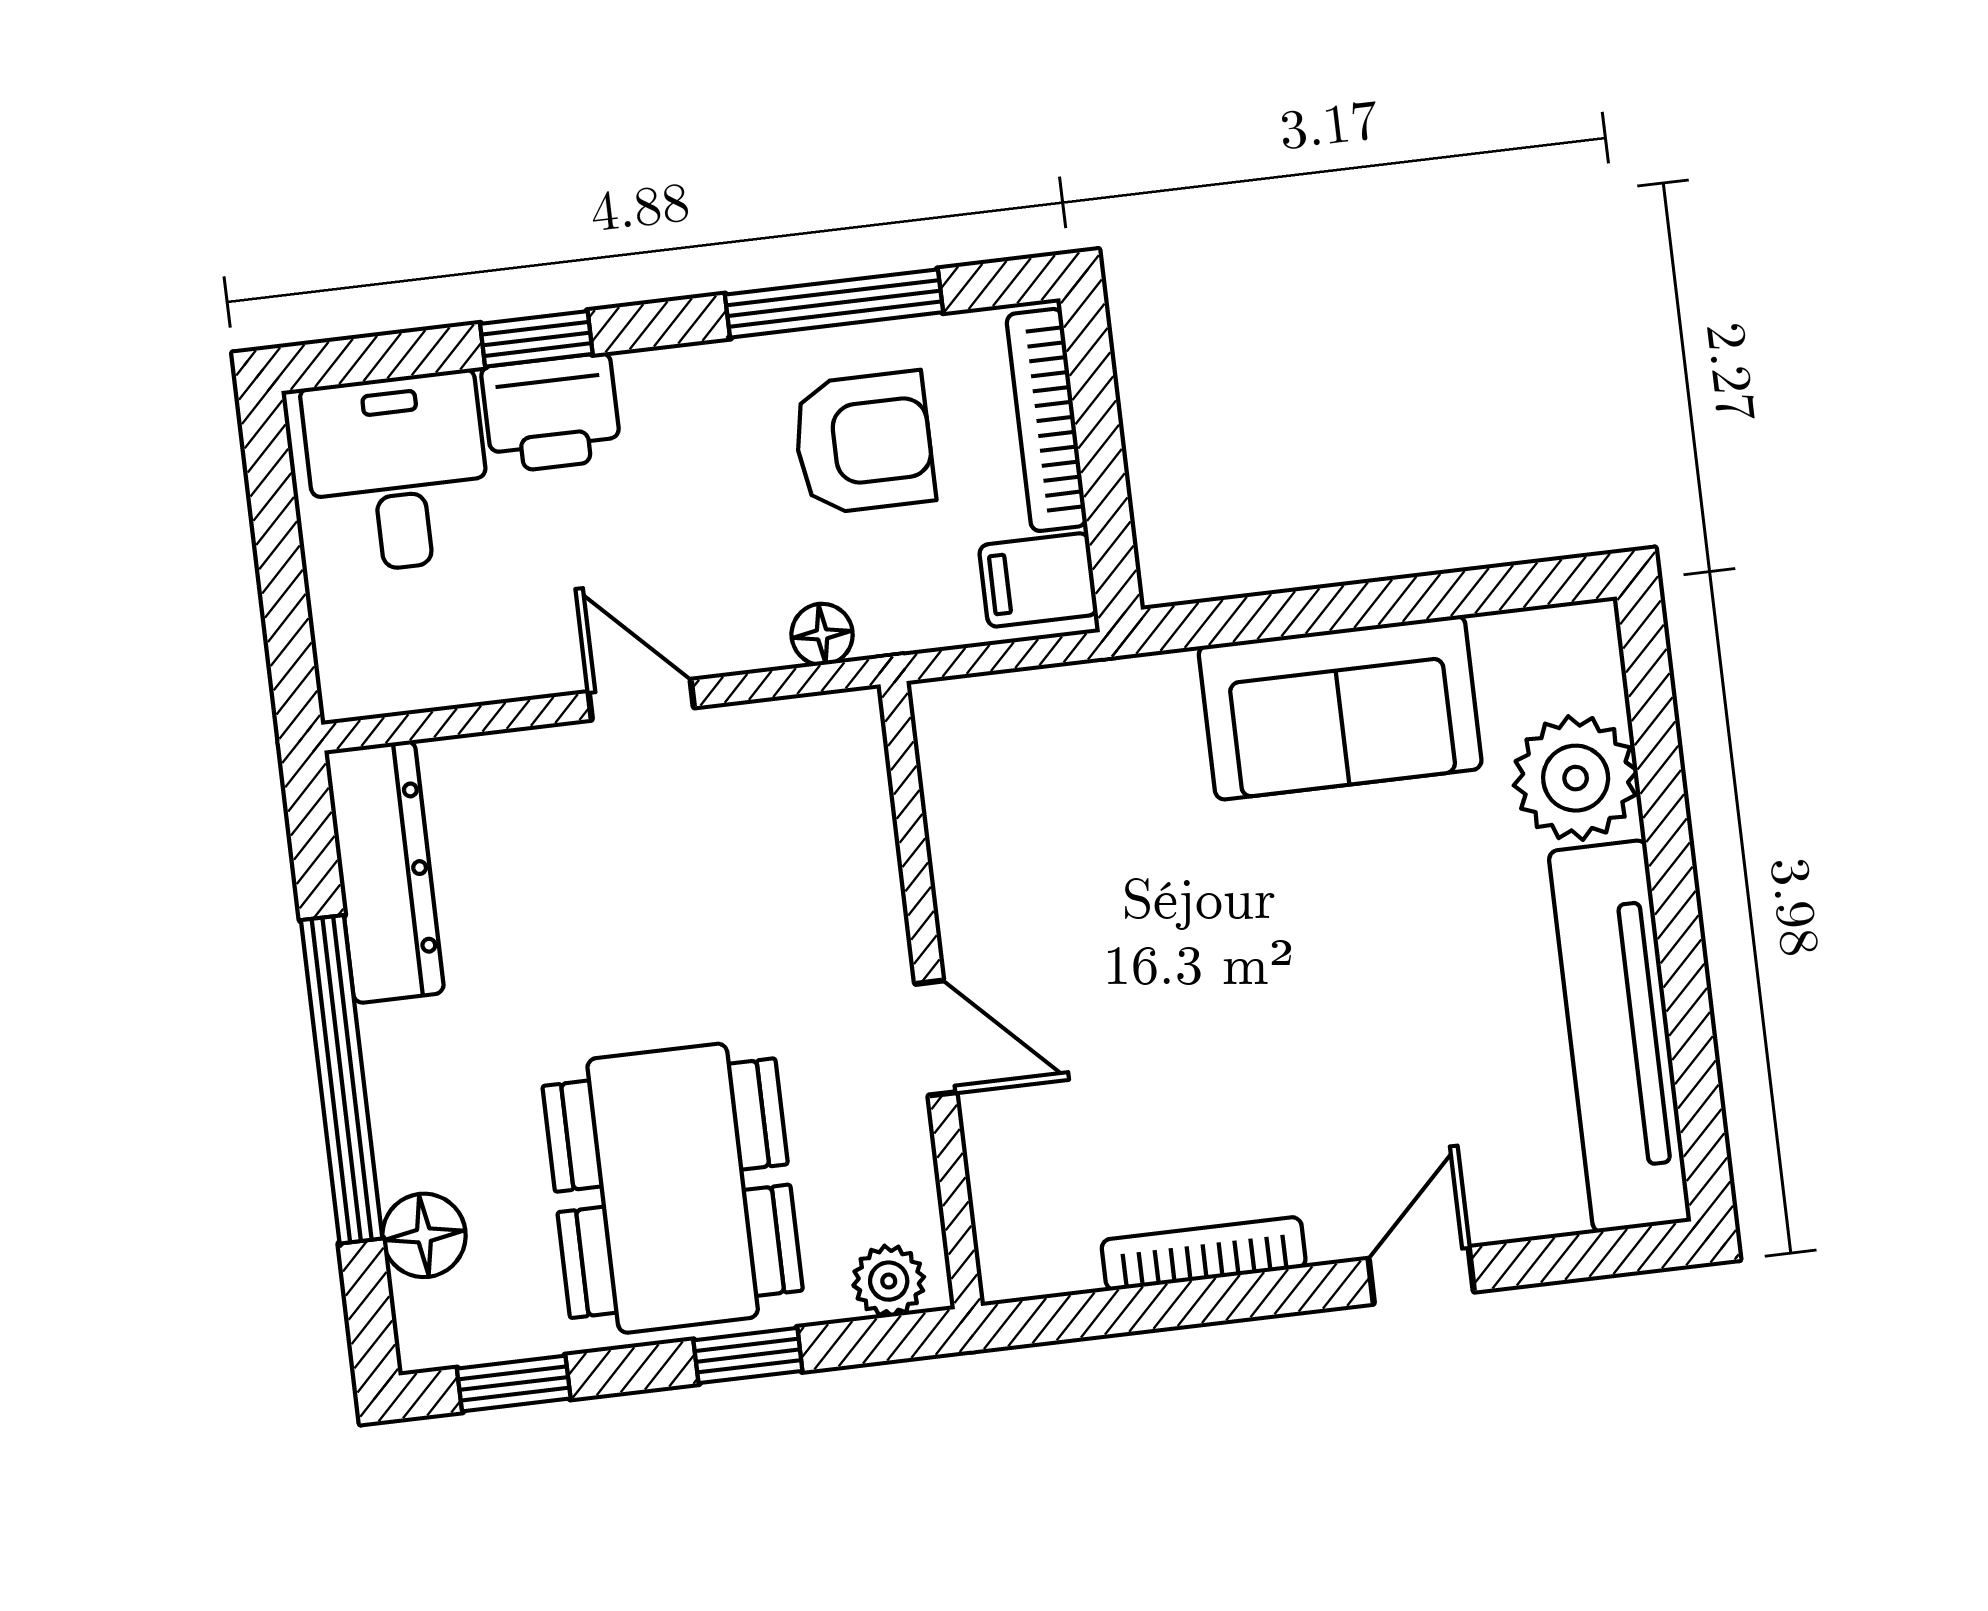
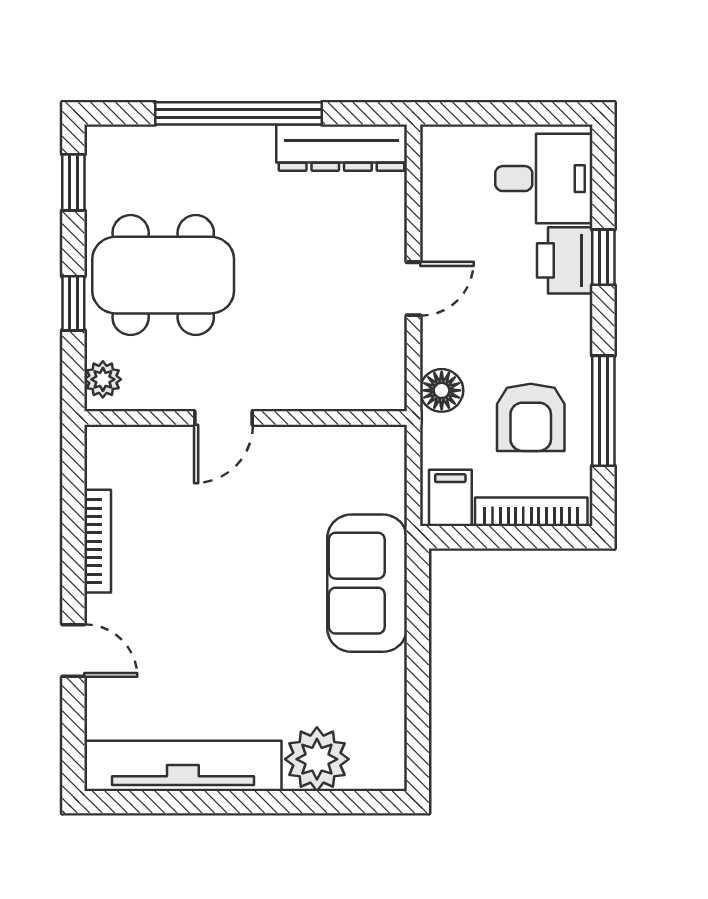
floor lamp: (822, 634) -> (442, 390), width x1.37, depth x1.37
sofa: (1340, 708) -> (367, 583), moved
floor lamp: (424, 1235) -> (154, 146), removed

